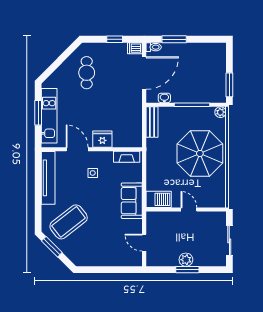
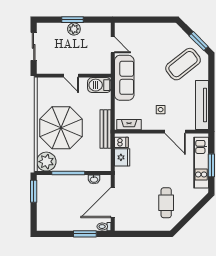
window: (115, 39) -> (140, 234), removed
dishwasher: (135, 48) -> (121, 142), moved
plant: (220, 112) -> (46, 162), width x1.88, depth x1.88
bench: (152, 122) -> (106, 129), moved, width x1.36
fridge: (102, 139) -> (122, 157), moved, turned -90
sofa: (132, 201) -> (124, 78), width x1.36

